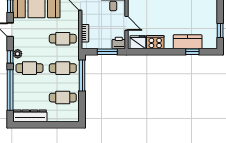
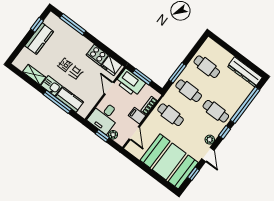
filing cabinet: (88, 18) -> (137, 116), added
kitchen counter: (188, 42) -> (39, 39), moved, turned -90
printer: (119, 43) -> (130, 83), width x1.87, depth x1.48
window: (192, 52) -> (73, 24), width x2.17
plant: (18, 54) -> (210, 140), moved
window: (82, 76) -> (178, 73), width x0.69

